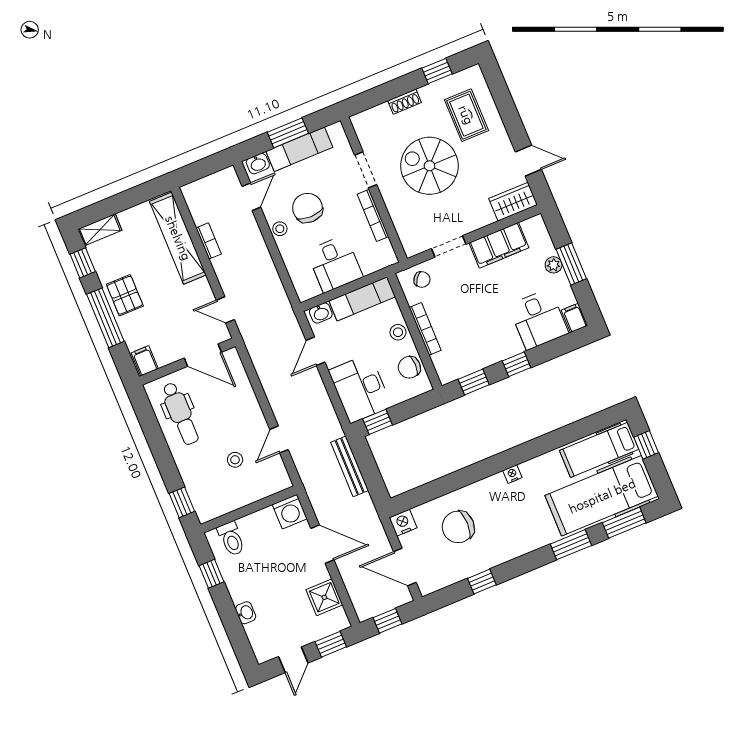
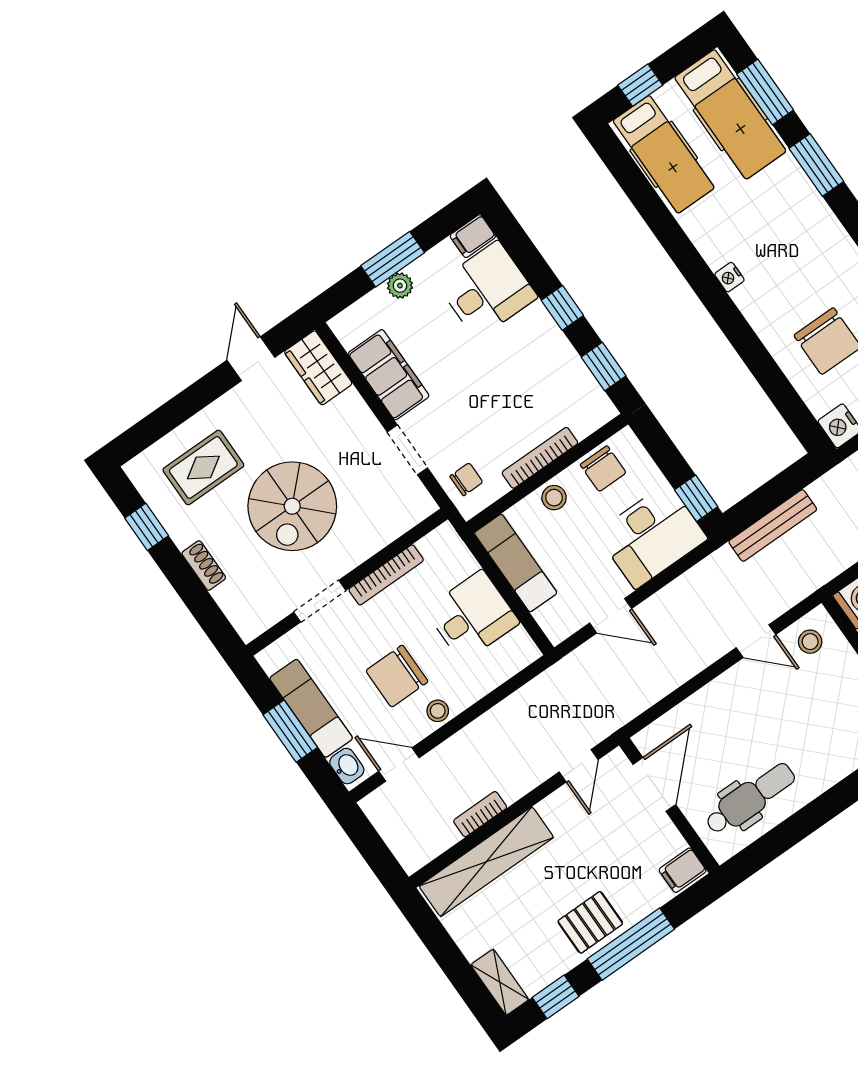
chair: (422, 279) -> (466, 479), turned 53
washbasin: (321, 313) -> (551, 621), removed
stool: (235, 460) -> (810, 642), moved
hospital bed: (602, 496) -> (730, 114), width x0.73, depth x0.78

